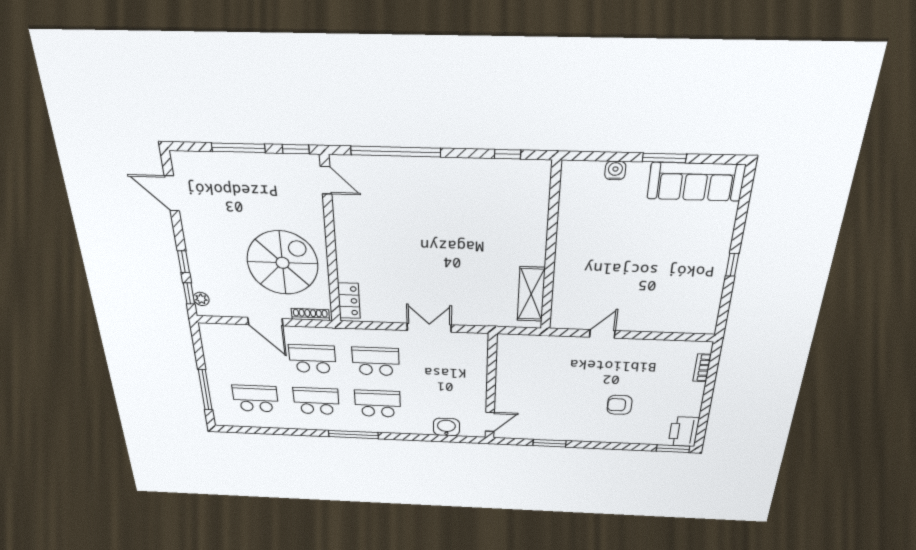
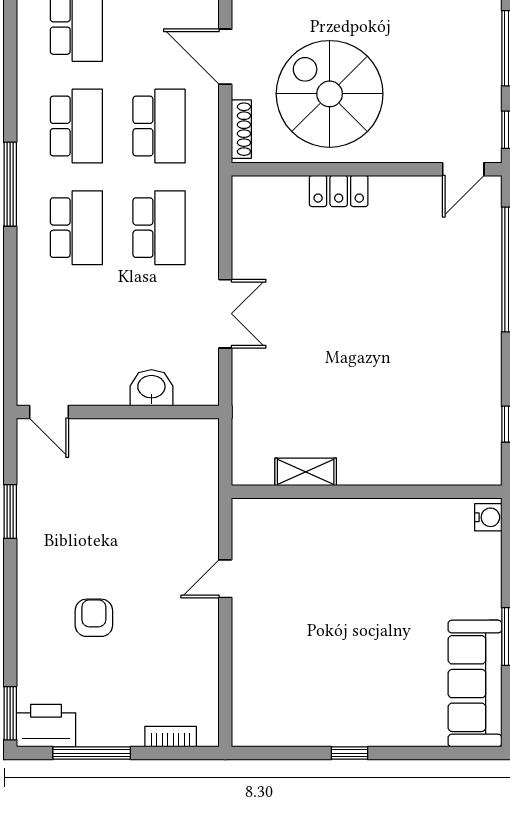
water cooler: (615, 171) -> (488, 517), moved
spiral stairs: (282, 263) -> (330, 94), turned 180
shelving: (531, 294) -> (306, 472), width x0.67, depth x0.75
locker: (349, 301) -> (339, 191), moved
door: (265, 322) -> (225, 57), hinge flipped
door: (602, 334) -> (225, 579), swing flipped
window: (705, 410) -> (92, 753), added
washbasin: (446, 427) -> (151, 388), moved, turned -90

